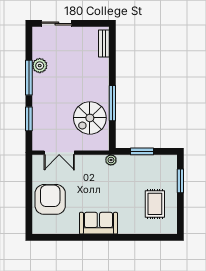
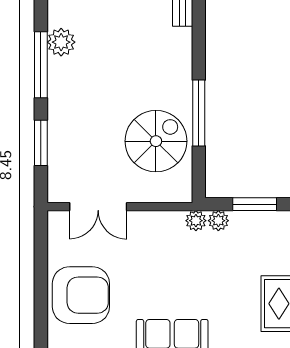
spiral stairs: (90, 118) -> (156, 141), turned 180
plant: (123, 160) -> (218, 221), added
armchair: (50, 199) -> (81, 295), turned 90

